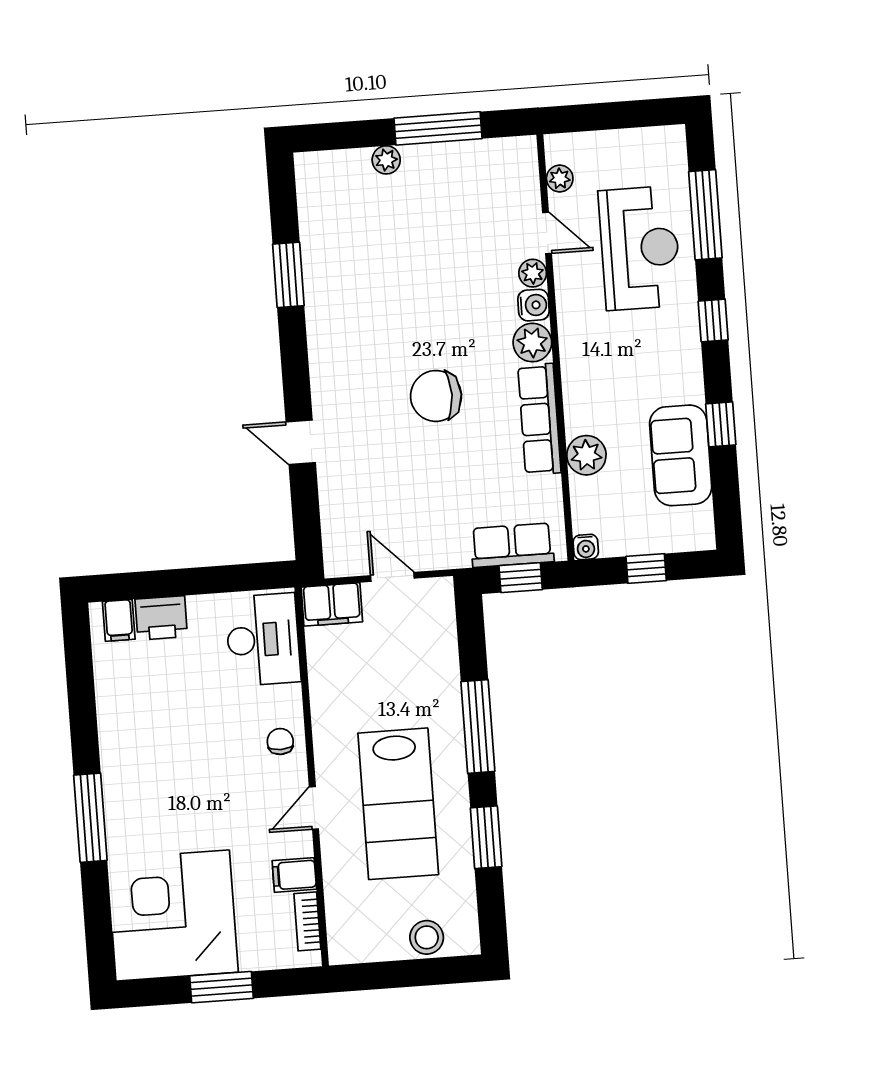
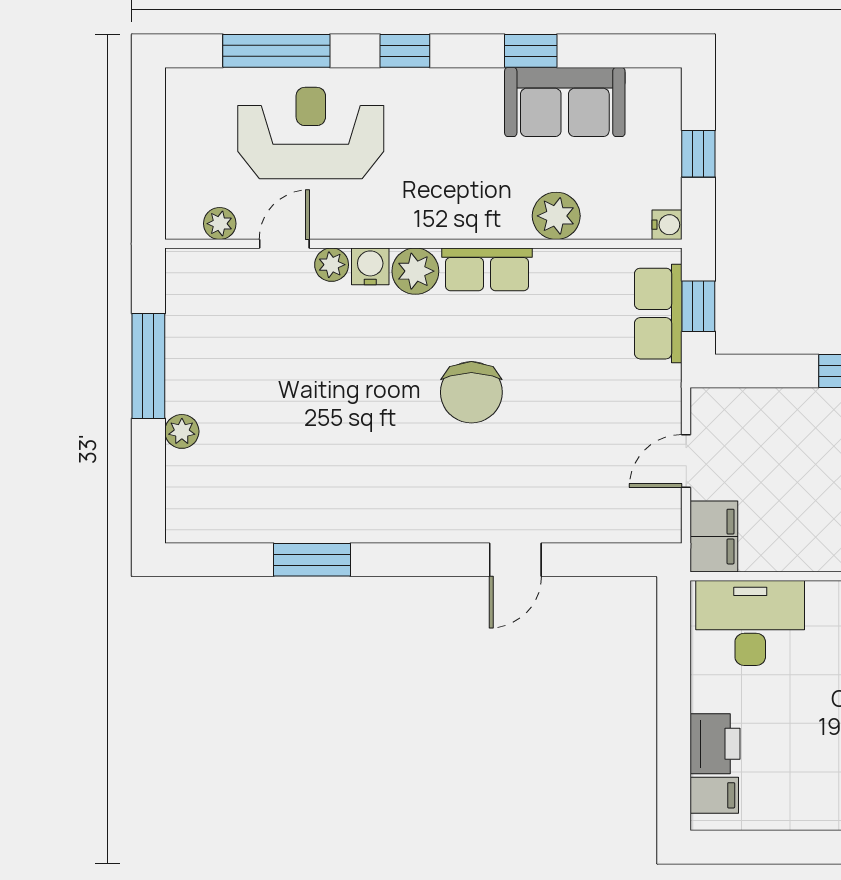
row of seats: (539, 419) -> (487, 269), width x0.68

